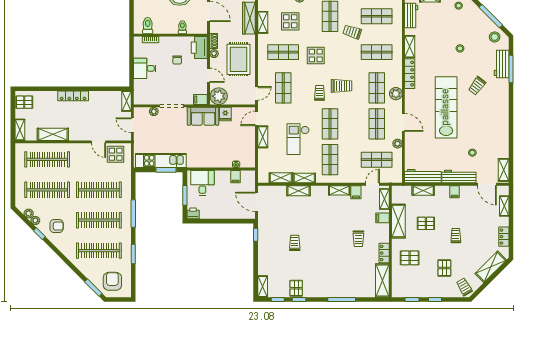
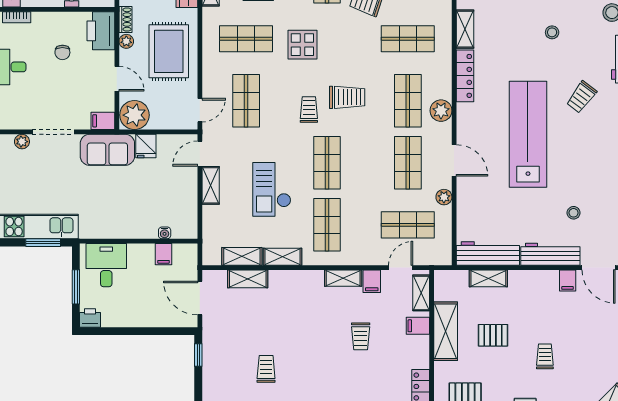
shelving: (298, 191) -> (248, 279), moved
filing cabinet: (455, 192) -> (568, 280), moved
trolley: (358, 239) -> (361, 336), moved

